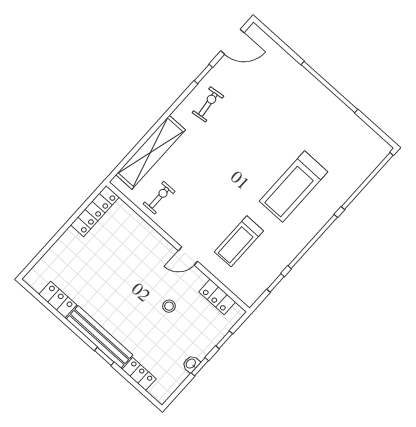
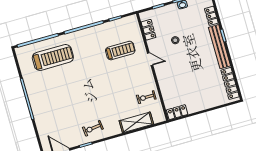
shelving: (151, 152) -> (136, 122), width x0.68
treadmill: (294, 186) -> (53, 57), moved
locker: (95, 211) -> (177, 112), width x0.66
locker: (58, 300) -> (230, 83), width x1.53

